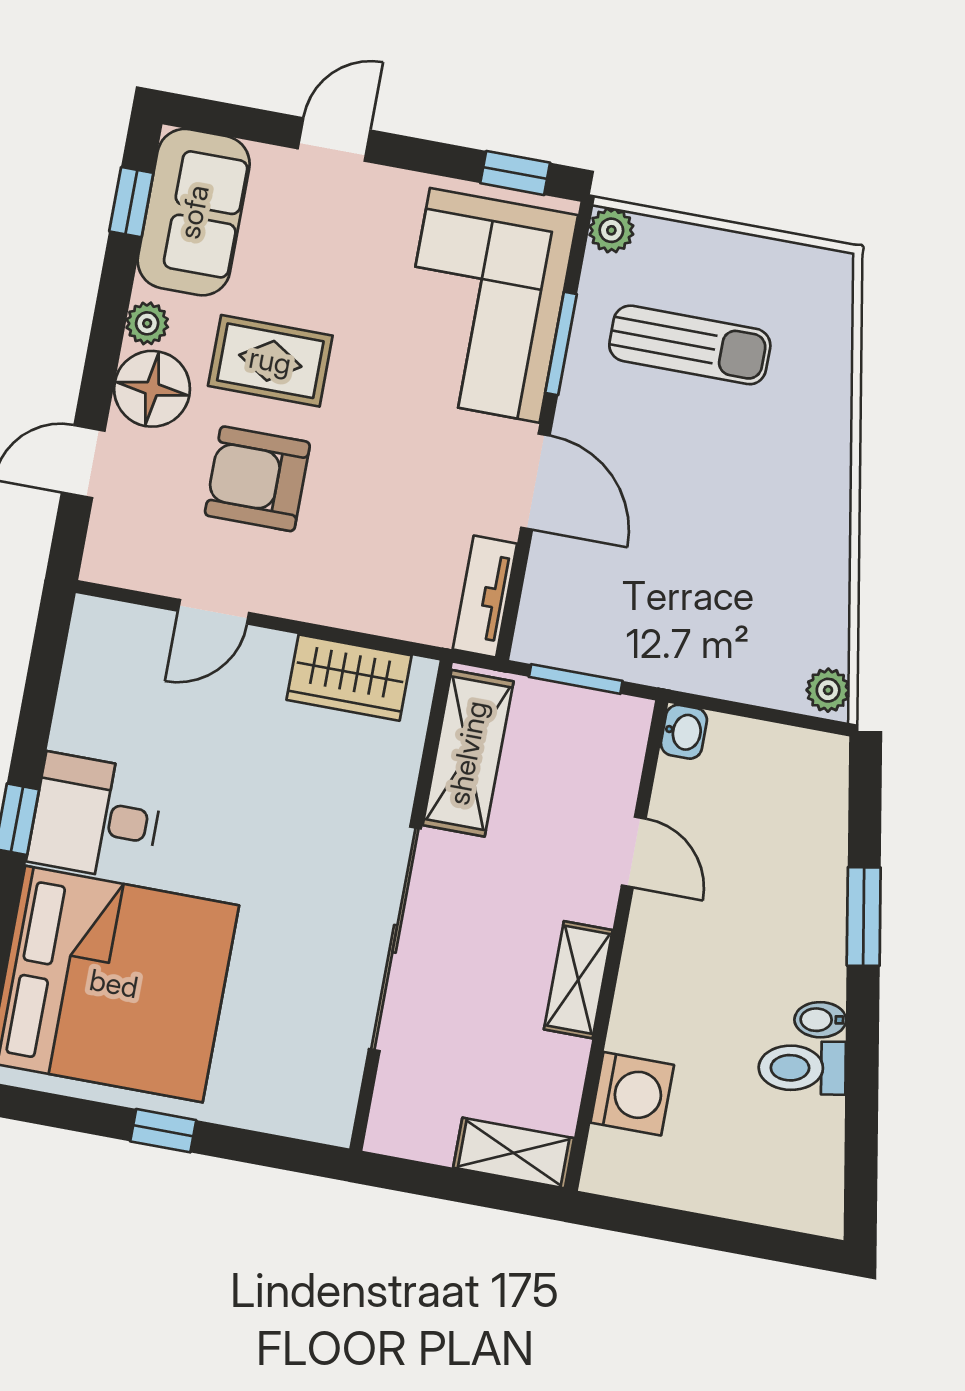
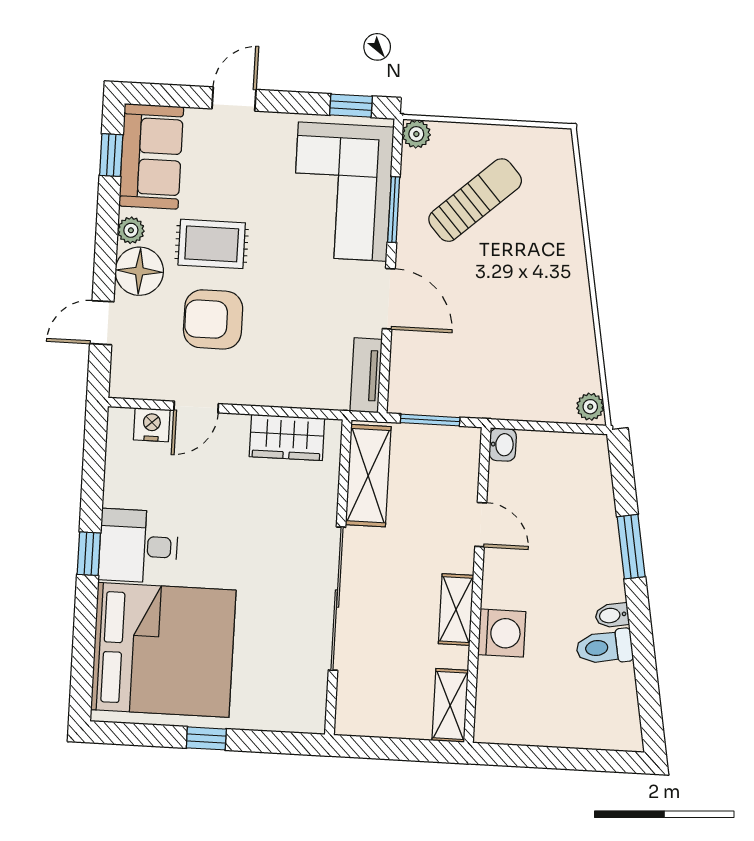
sun lounger: (690, 345) -> (475, 200), turned -42
nightstand: (141, 631) -> (152, 425), added
washing machine: (632, 1094) -> (502, 633), moved
shelving: (514, 1153) -> (450, 705), moved, turned 90

